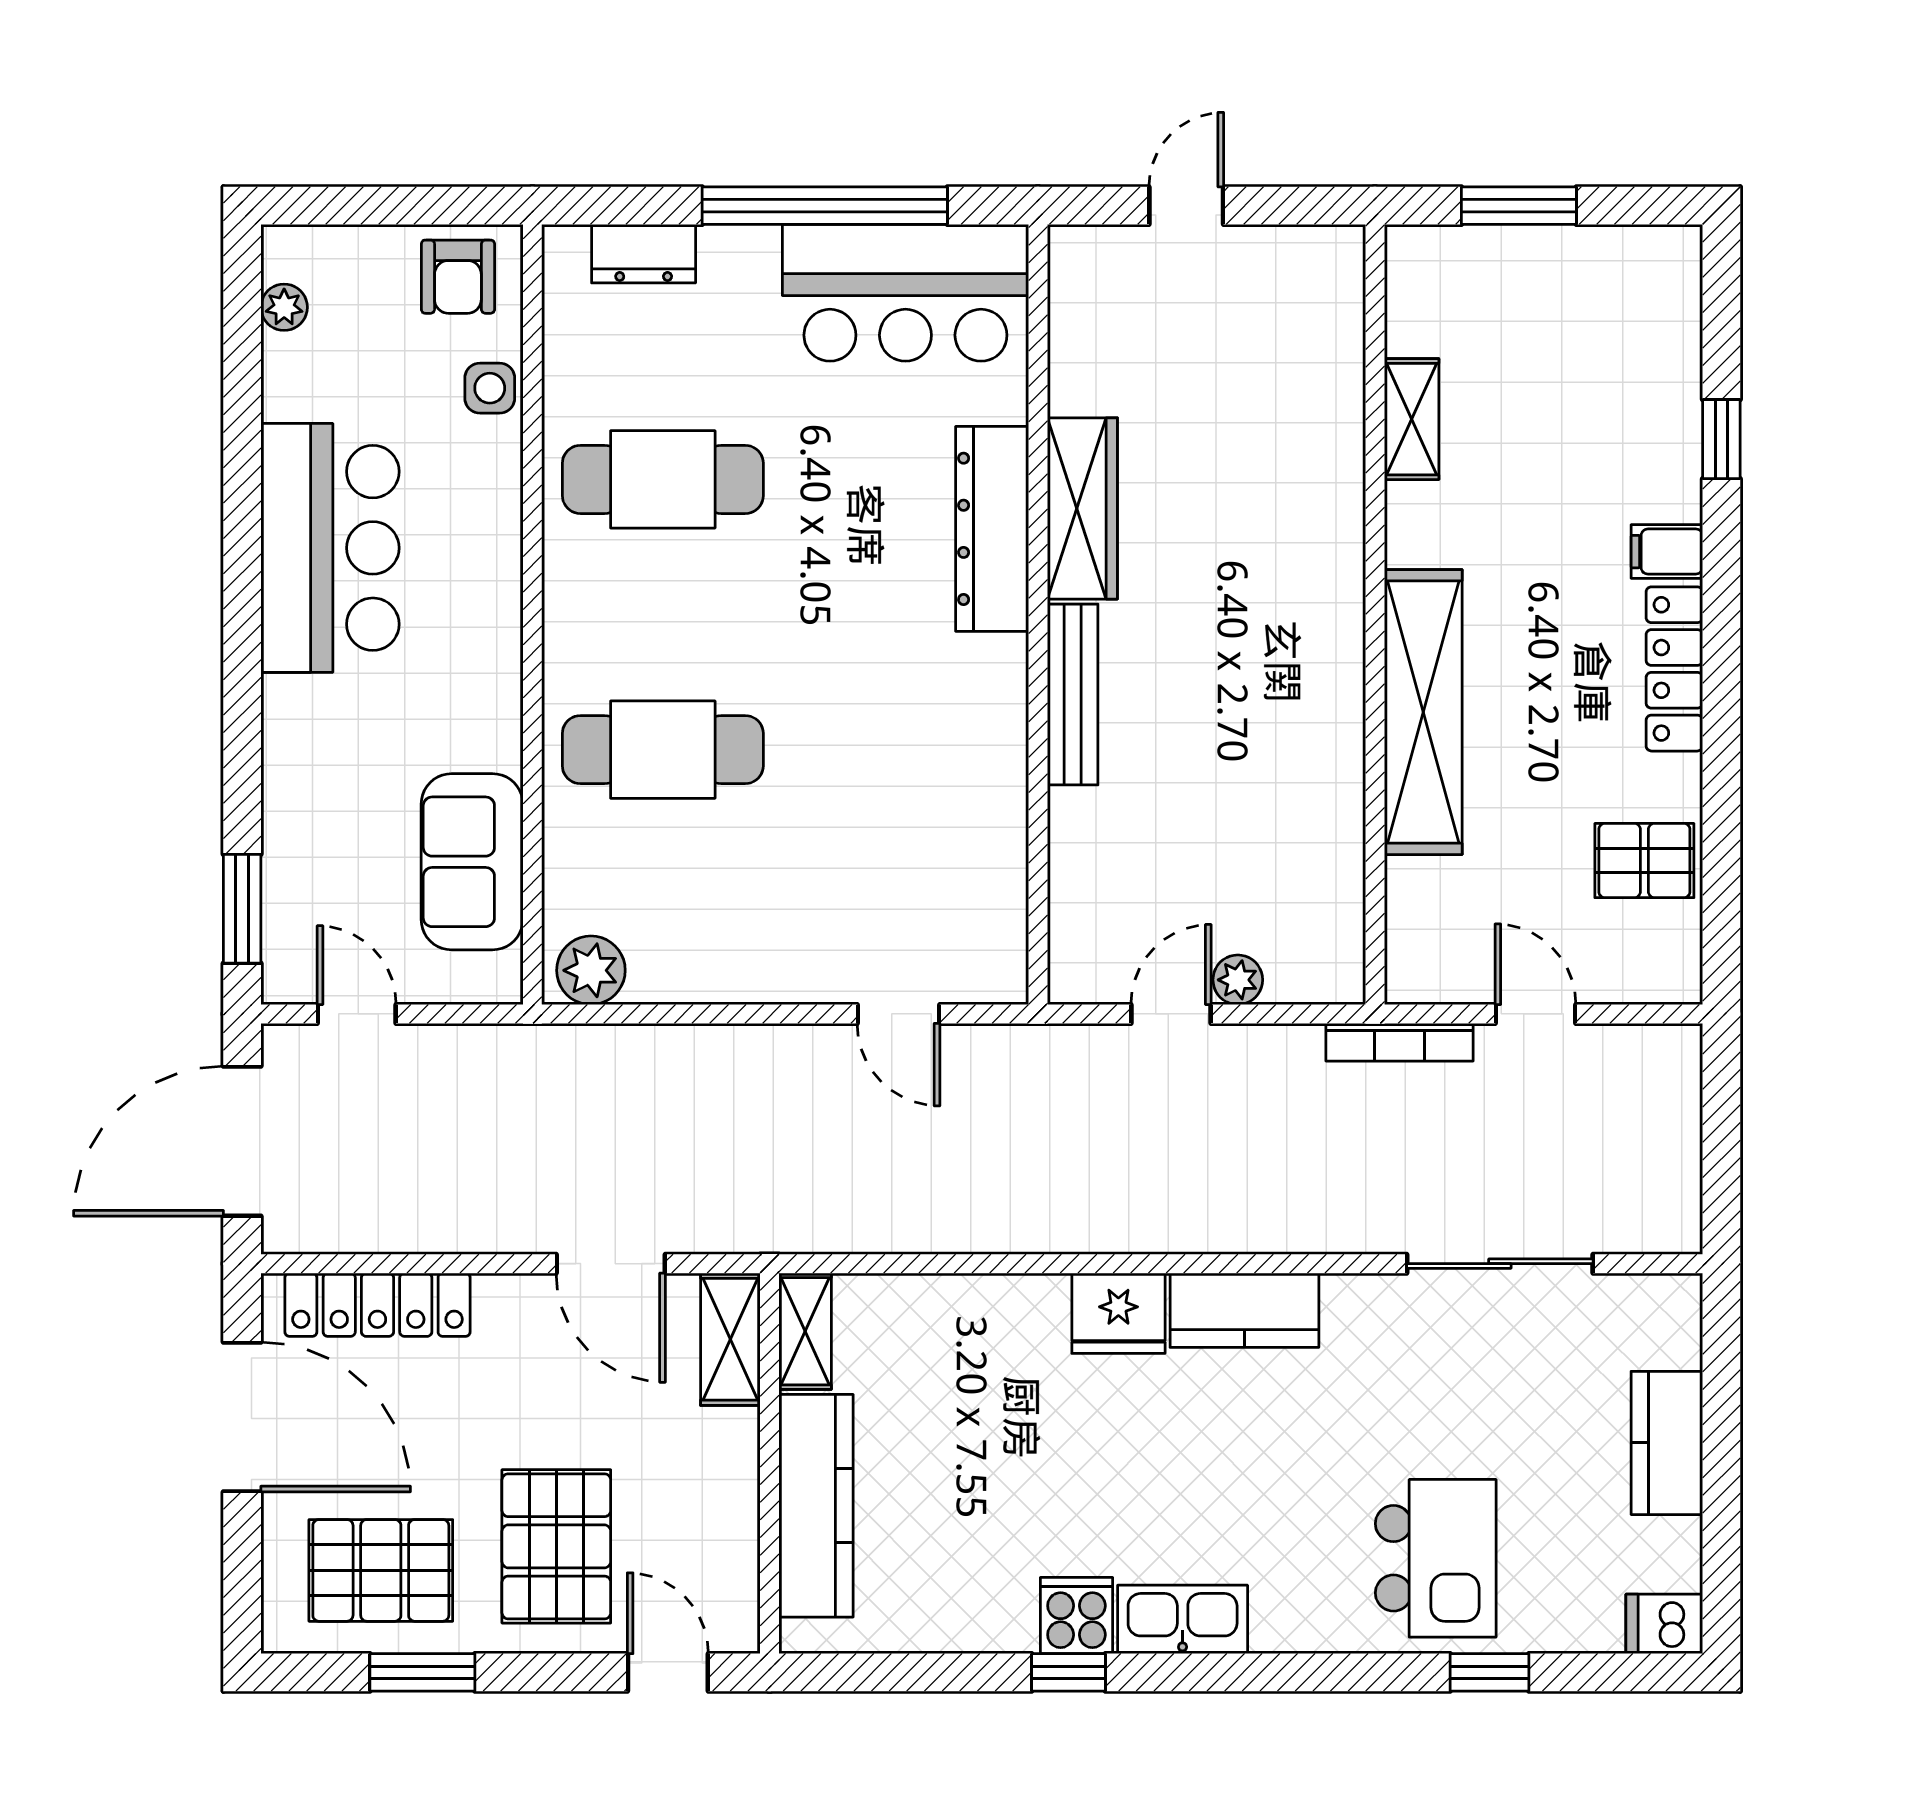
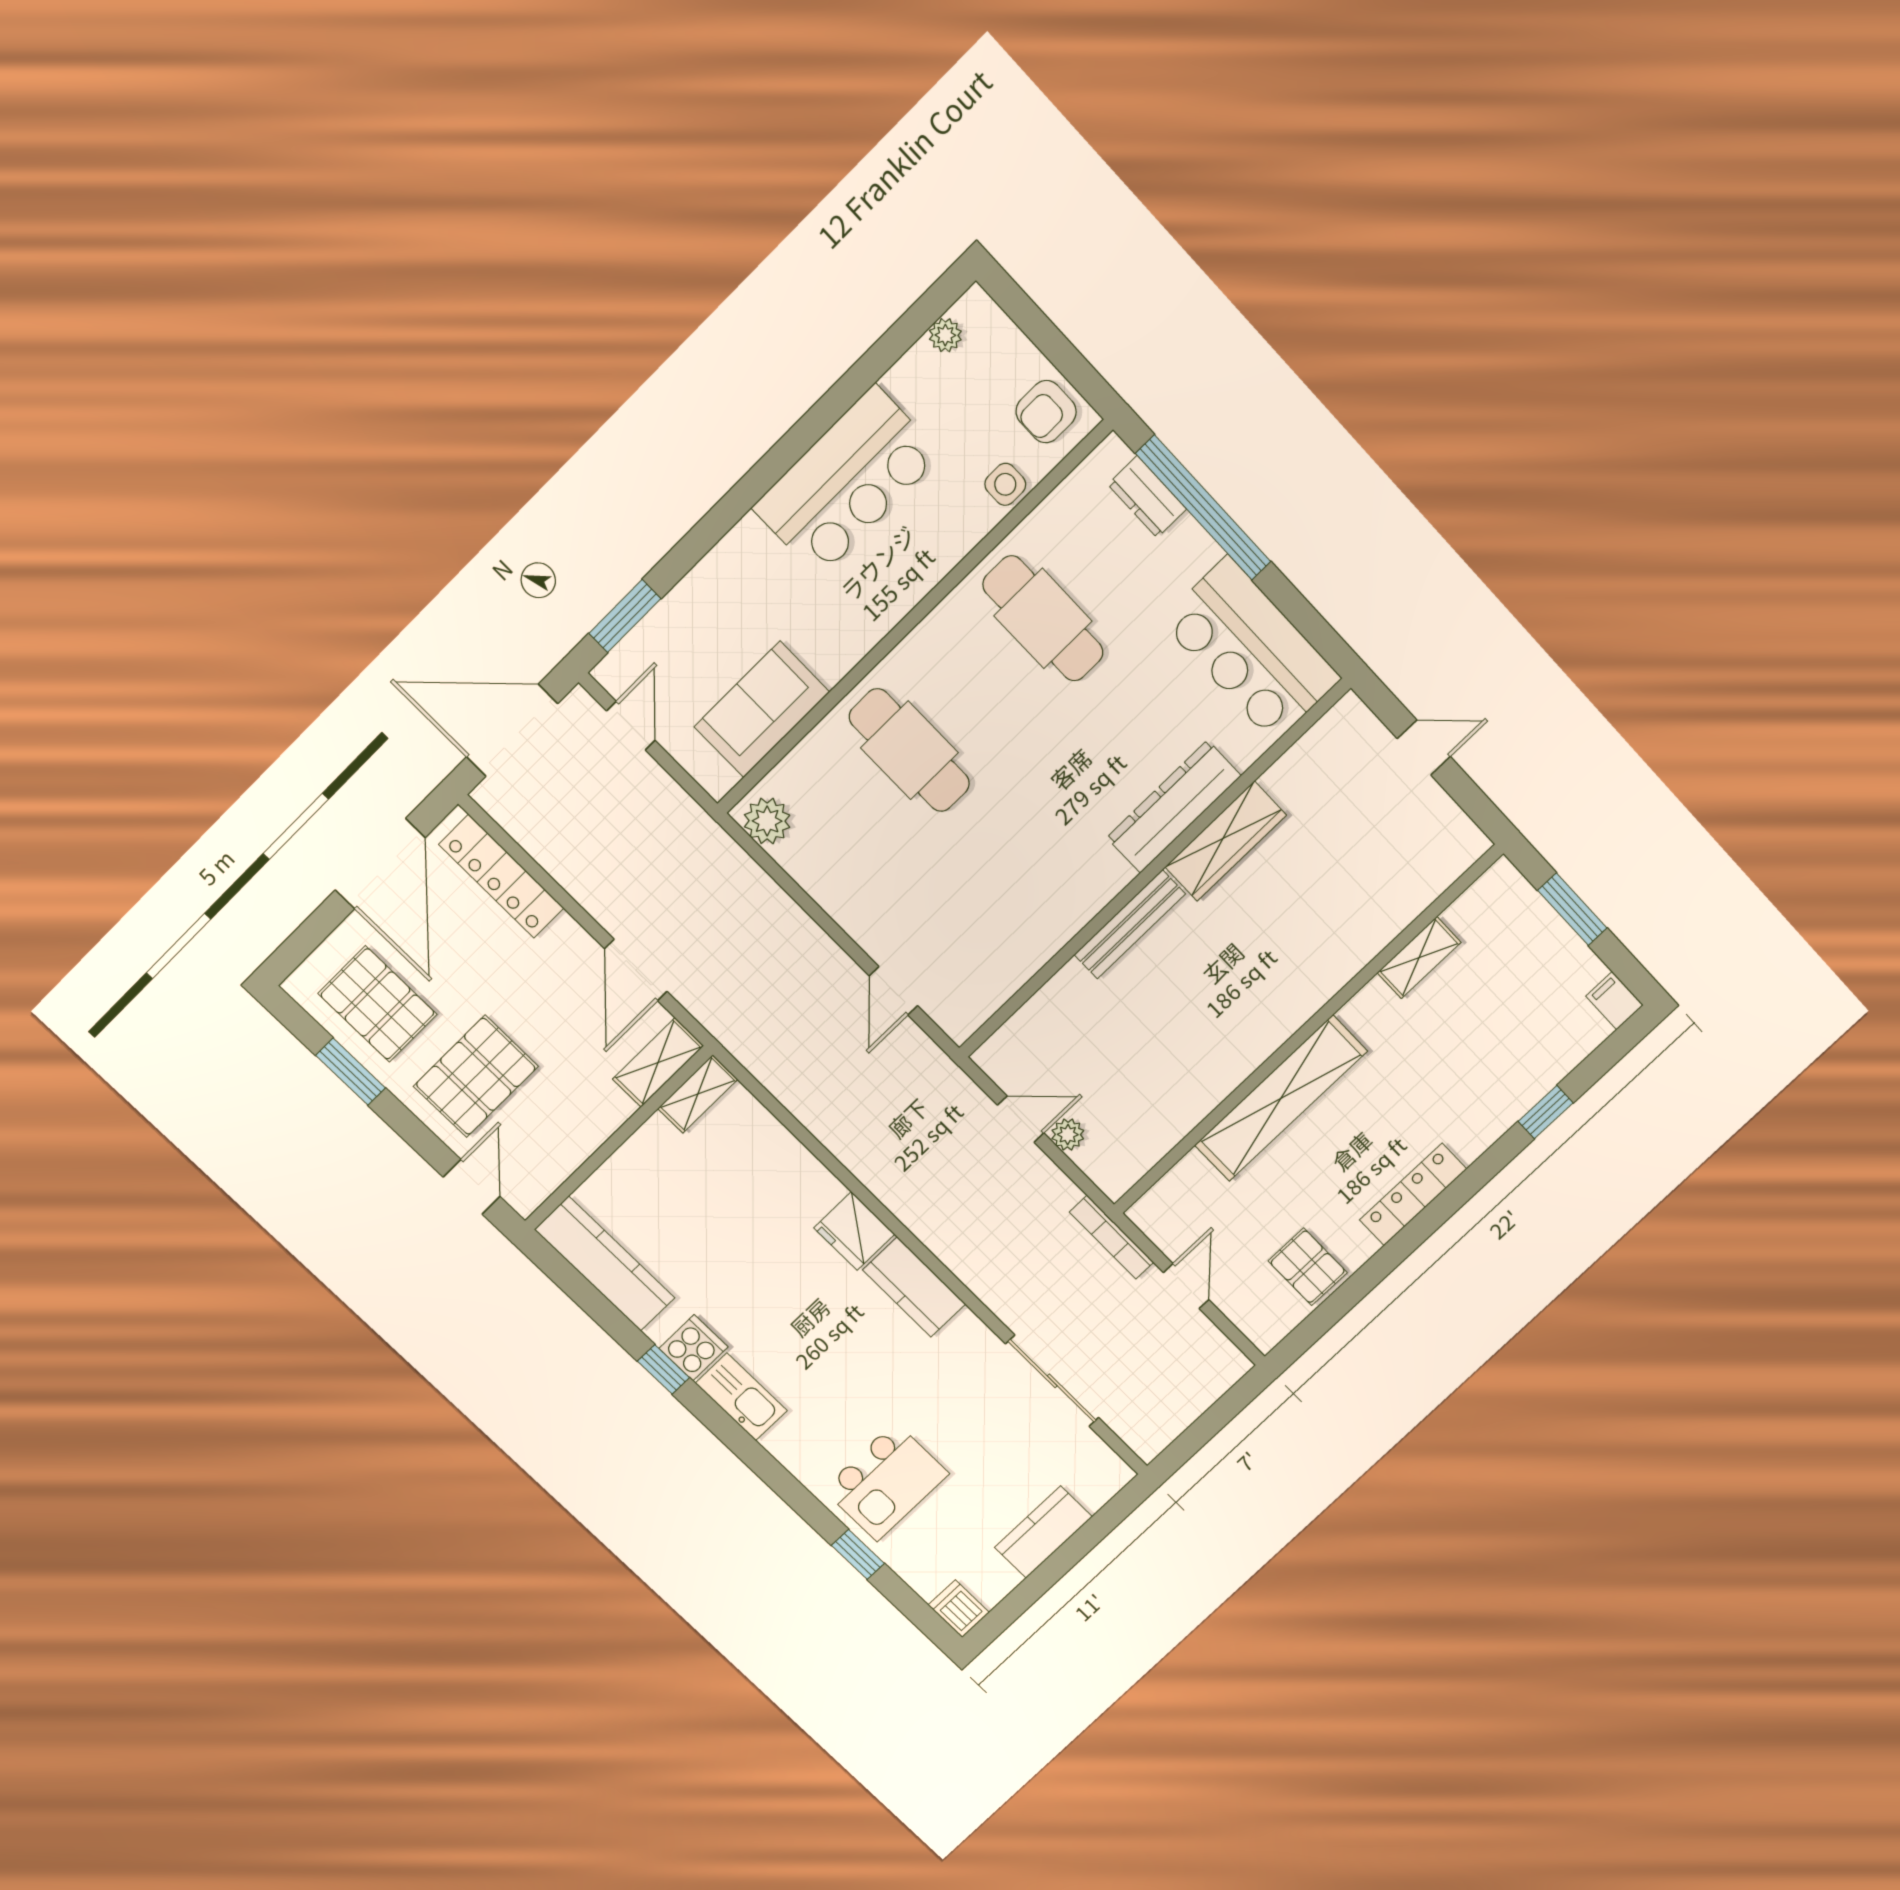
window: (825, 206) -> (1203, 508), moved
filing cabinet: (1667, 552) -> (1614, 1001), moved
kitchen counter: (816, 1506) -> (605, 1264), moved, turned -90

